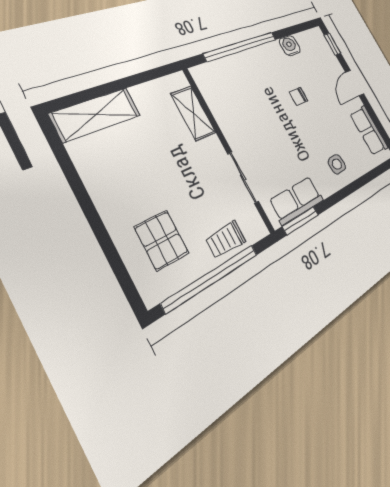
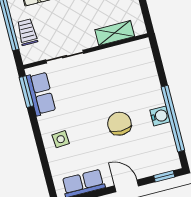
window: (241, 46) -> (173, 119), moved
water cooler: (290, 46) -> (160, 116), moved
chair: (298, 96) -> (119, 124), width x1.87, depth x1.87

